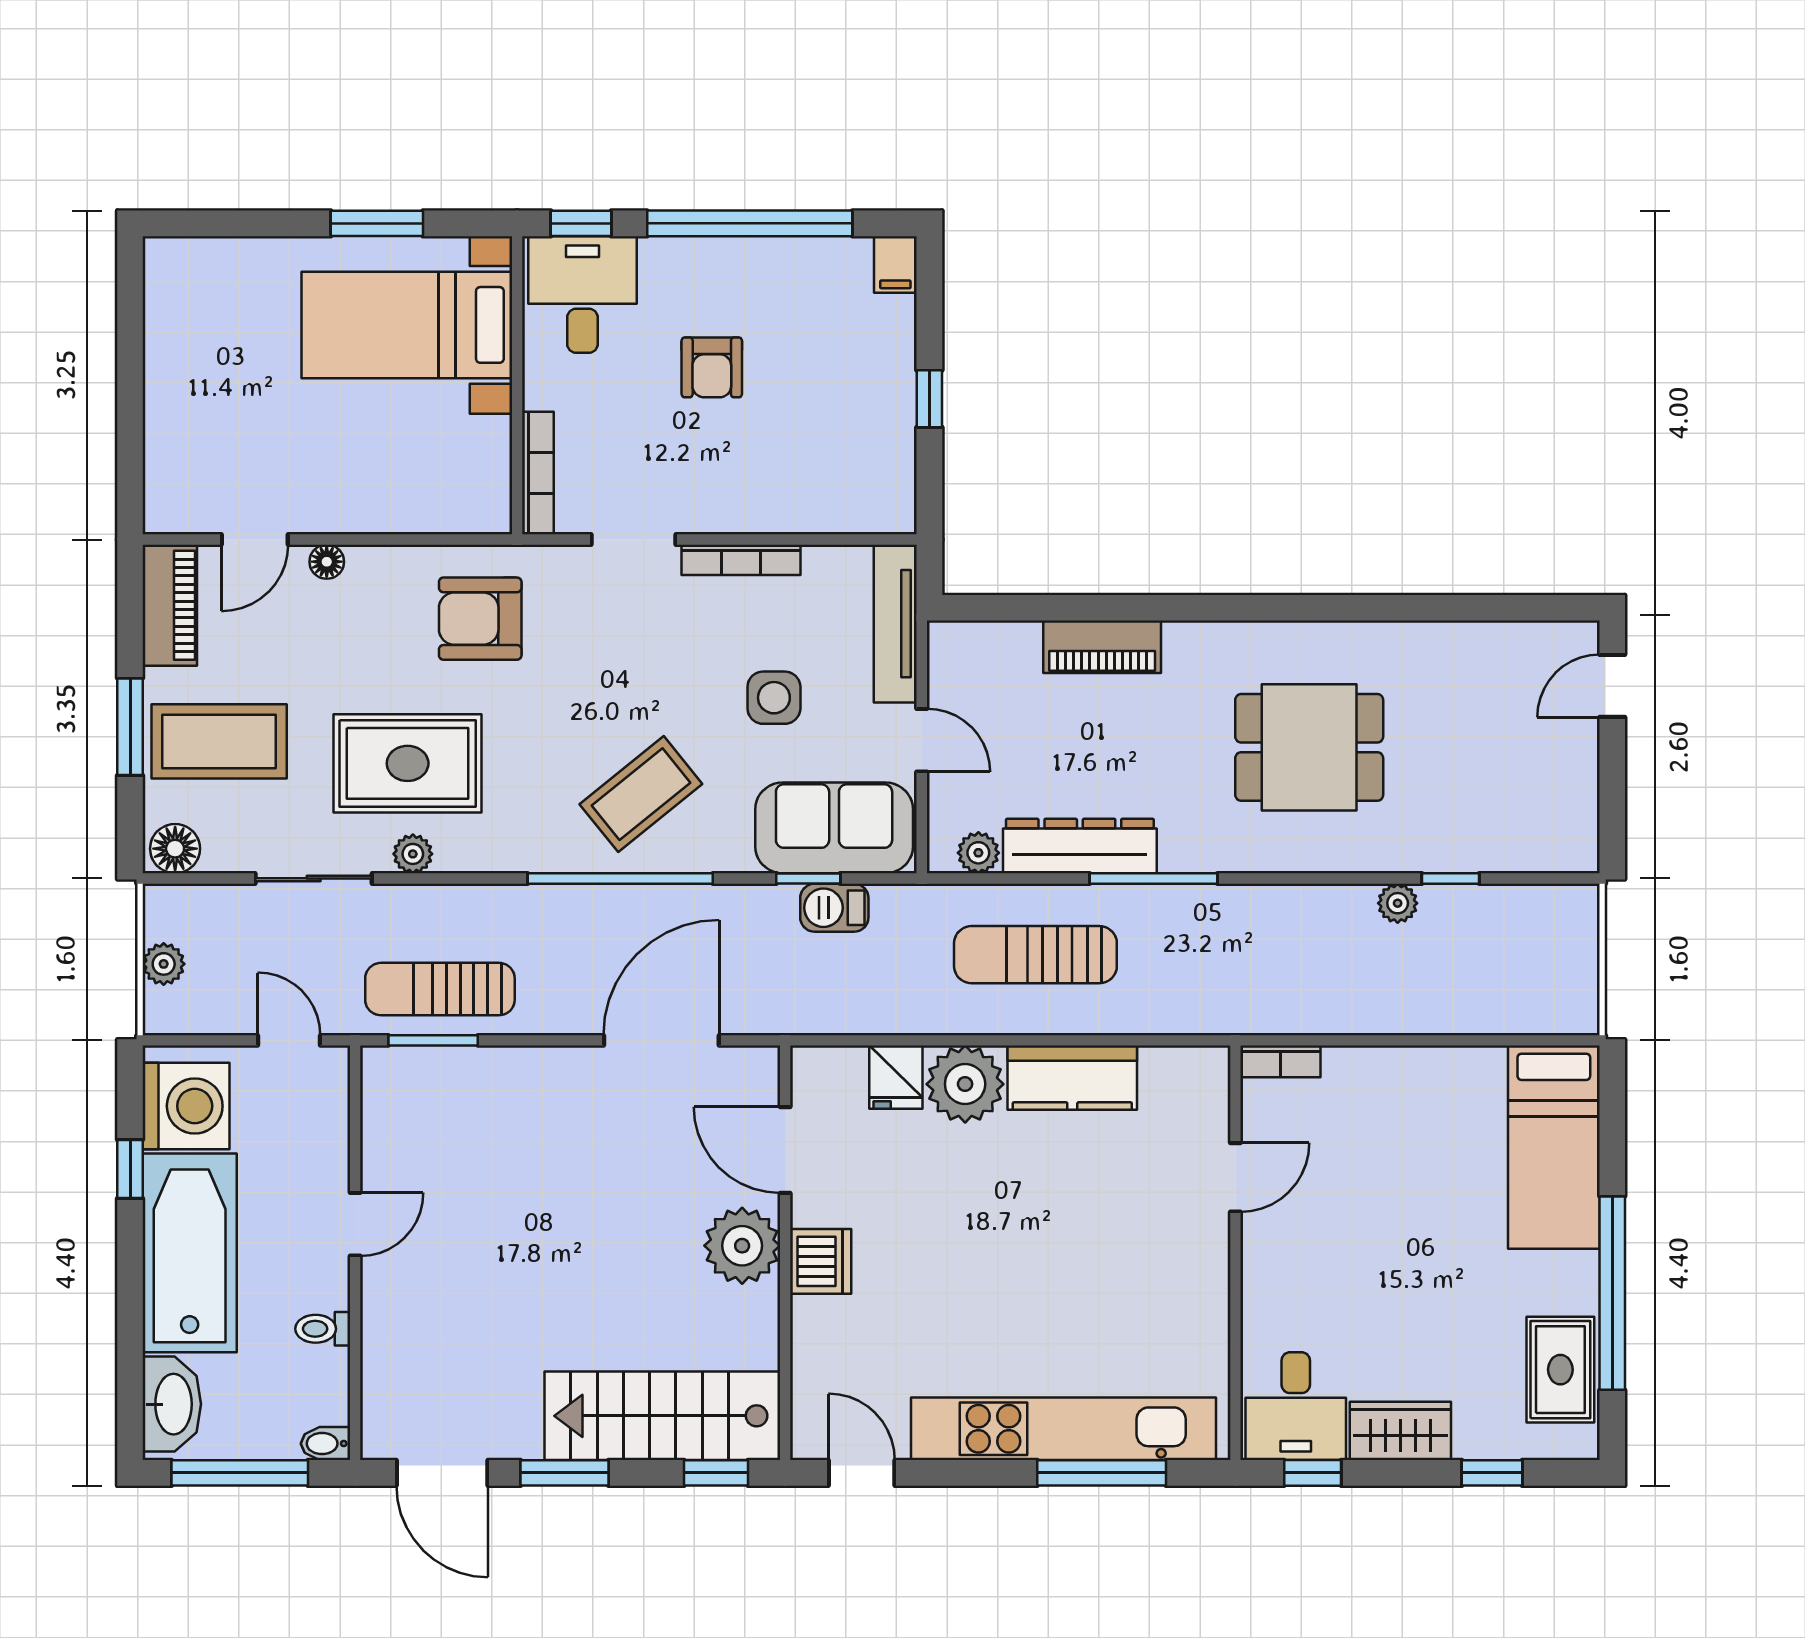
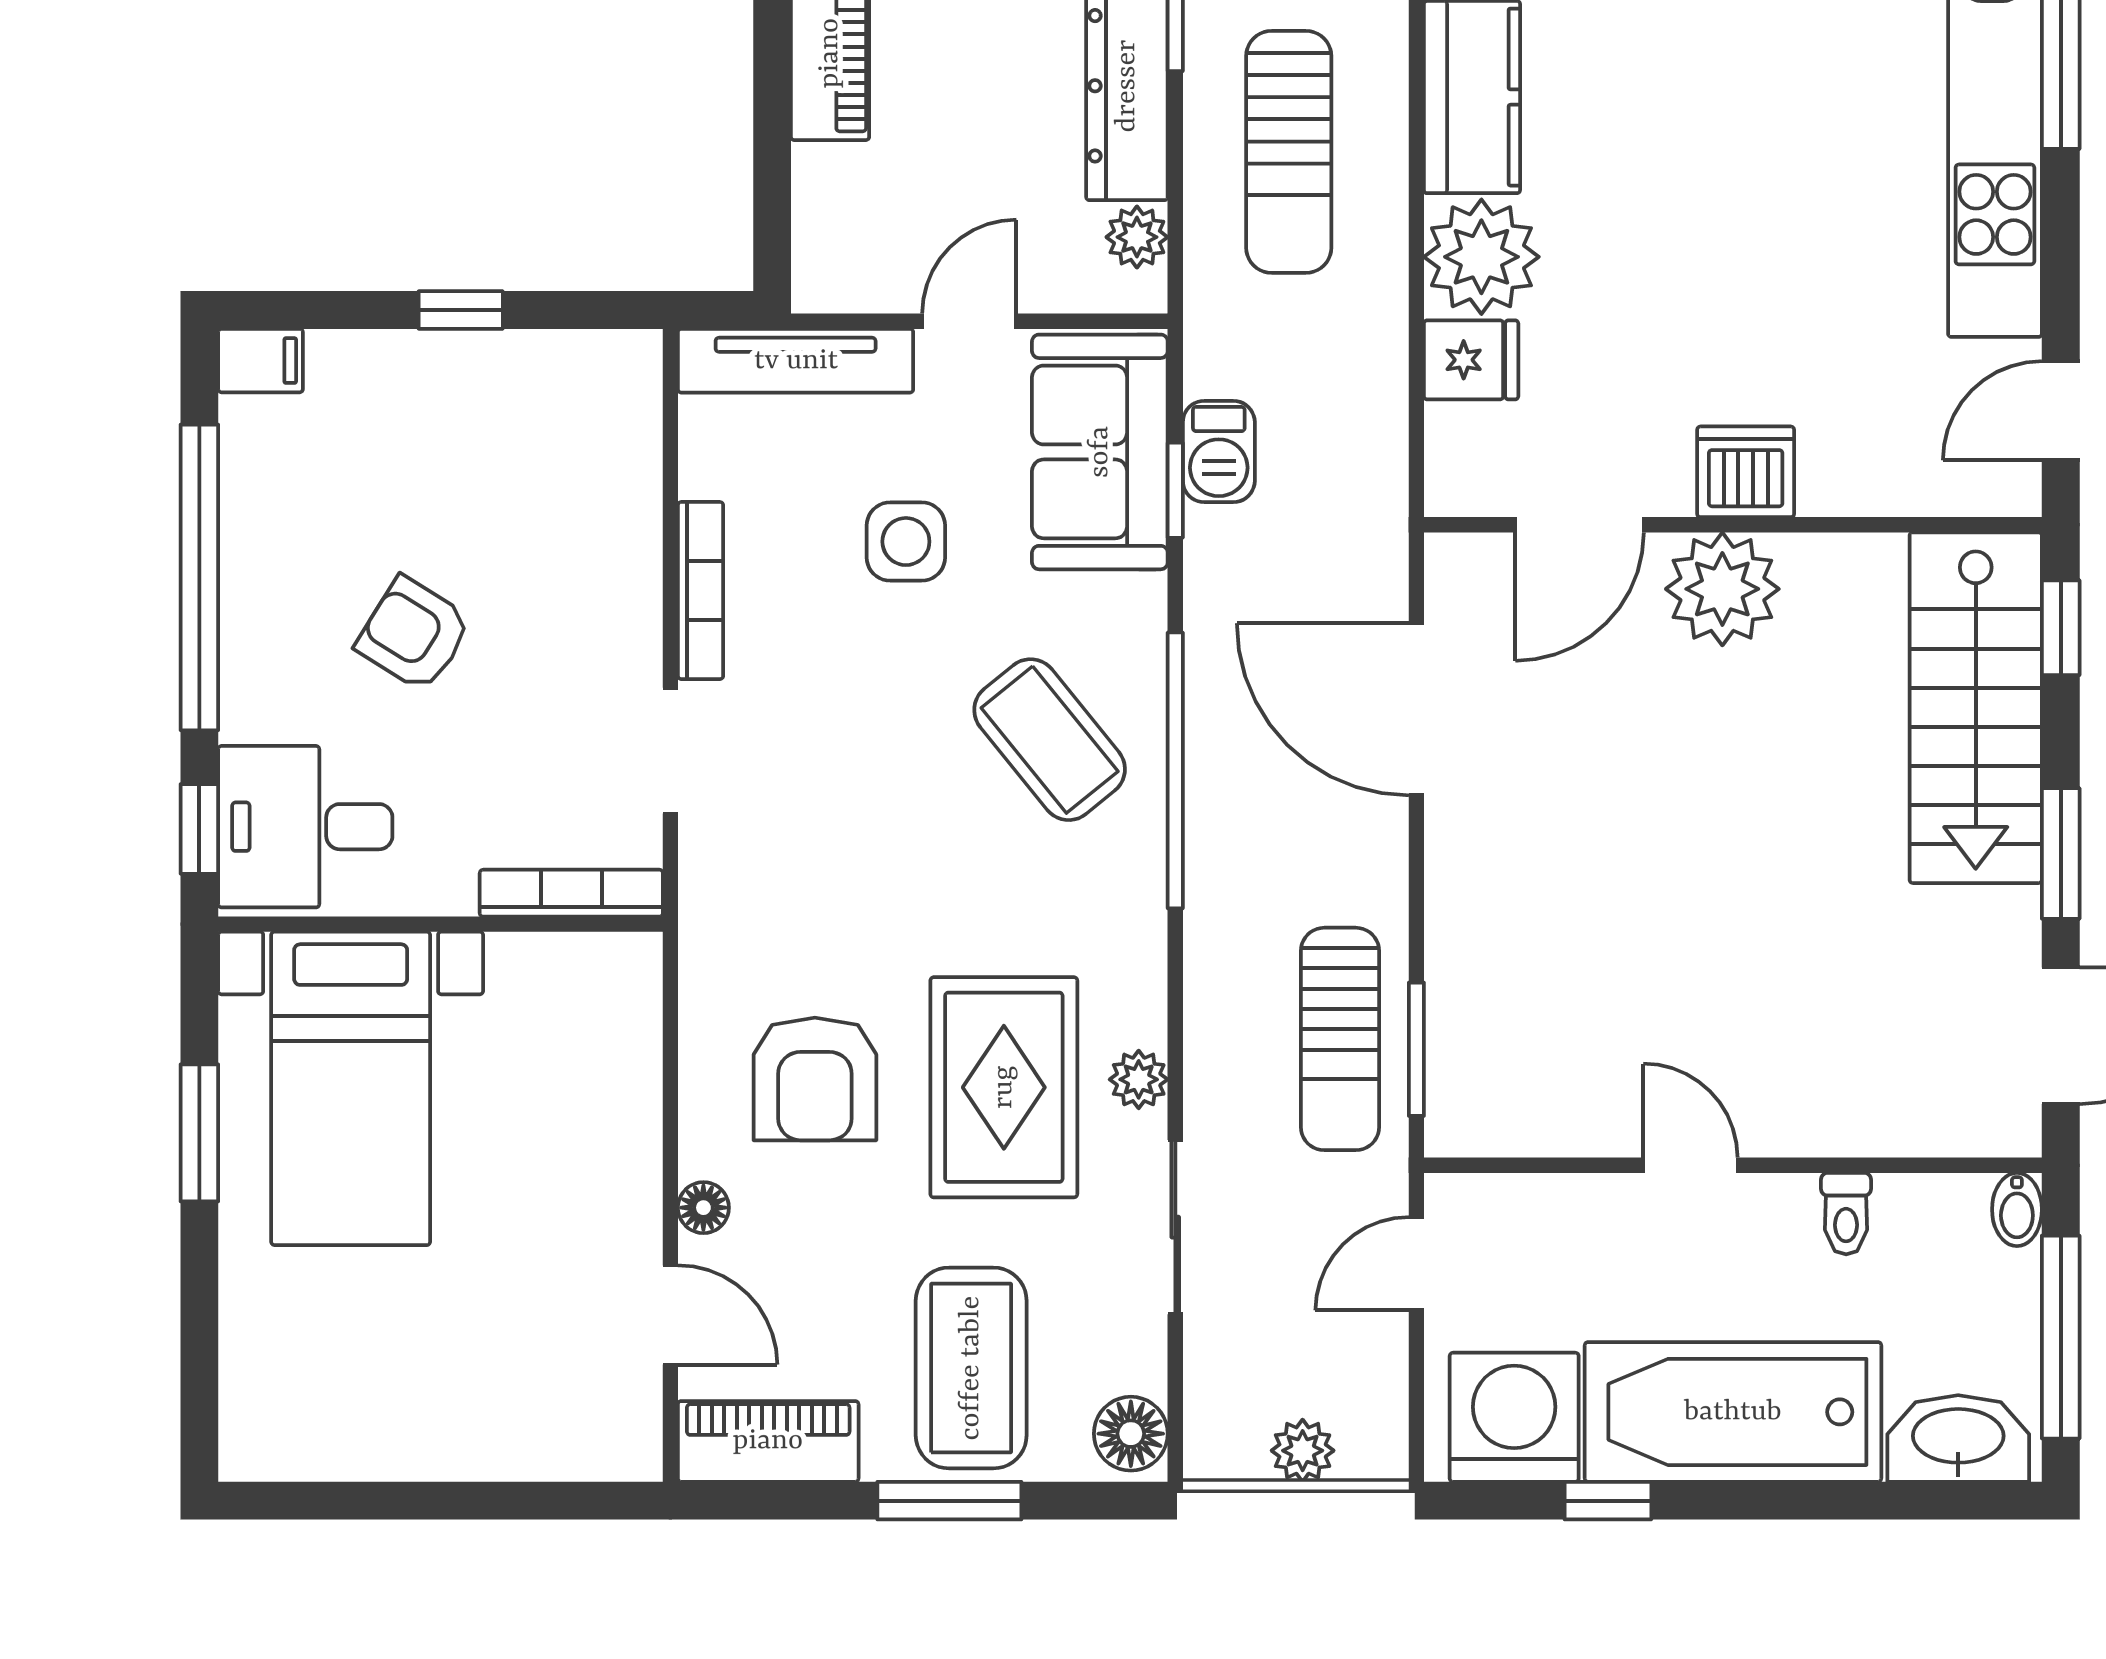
armchair: (712, 367) -> (414, 634), turned -148
armchair: (480, 619) -> (815, 1079), moved

